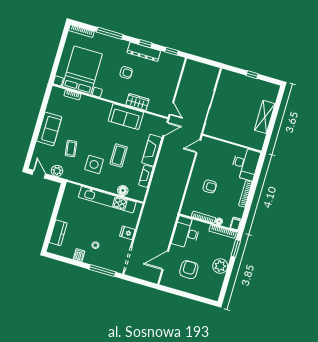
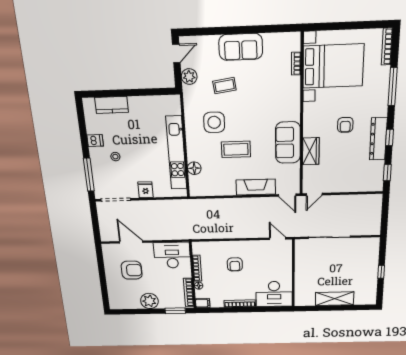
fireplace: (146, 176) -> (222, 190), removed

